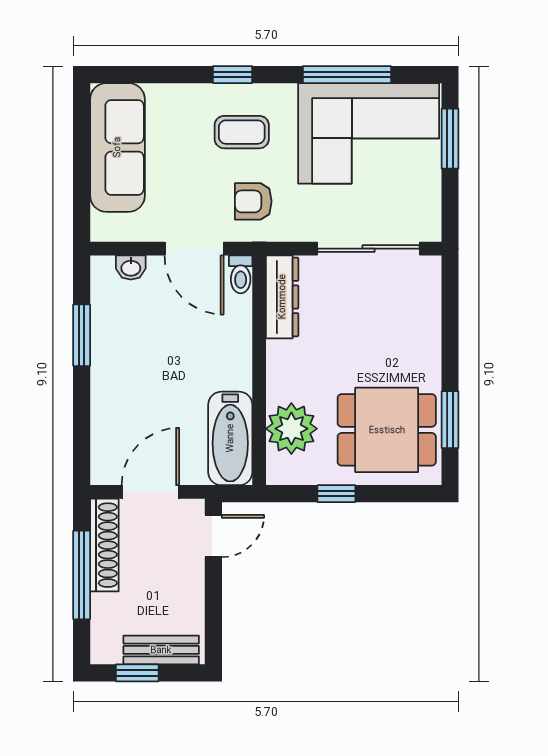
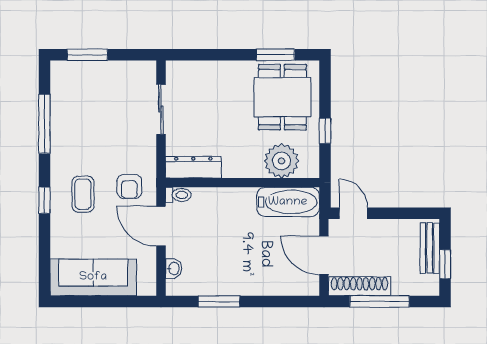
corner sofa: (369, 133) -> (84, 109), removed
door: (194, 249) -> (161, 226), swing flipped
sliding door: (369, 249) -> (161, 109), width x0.73

